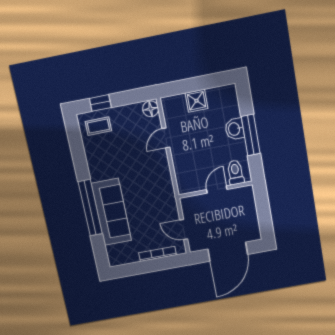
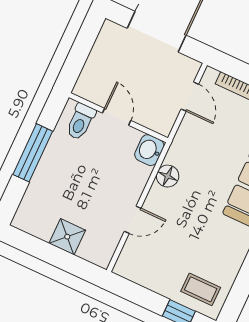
floor lamp: (151, 109) -> (168, 176), moved
washbasin: (235, 129) -> (149, 150), moved, turned 180
door: (217, 190) -> (117, 117), swing flipped

